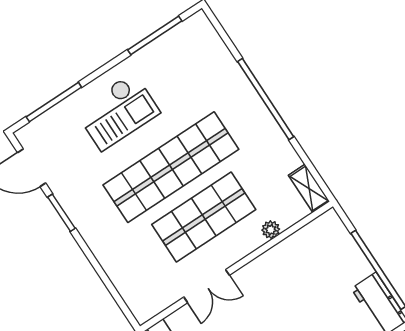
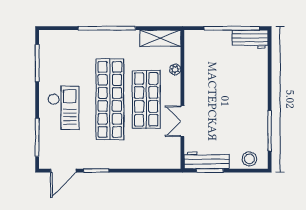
shelving: (309, 188) -> (160, 38), width x1.50, depth x1.33
double door: (207, 286) -> (182, 121), swing flipped

